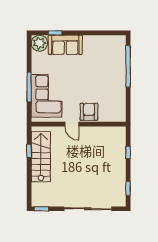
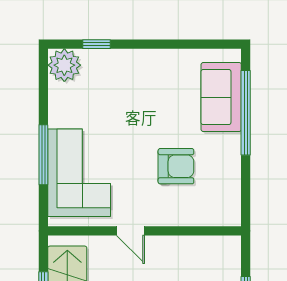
sofa: (65, 45) -> (221, 97), moved, turned 90
armchair: (89, 112) -> (176, 166), moved, turned 90

